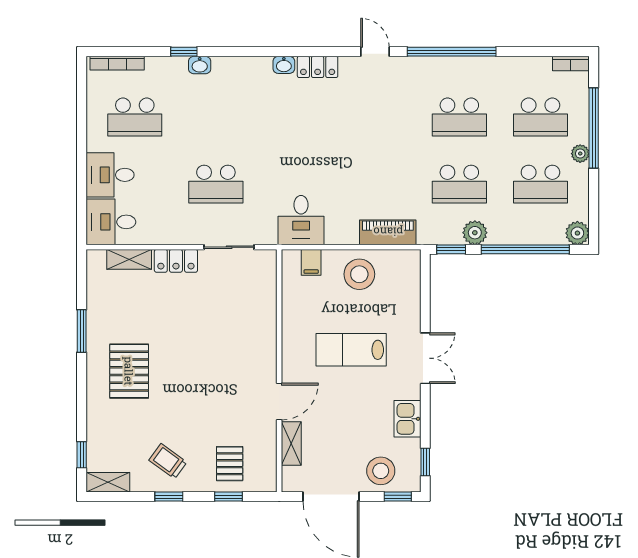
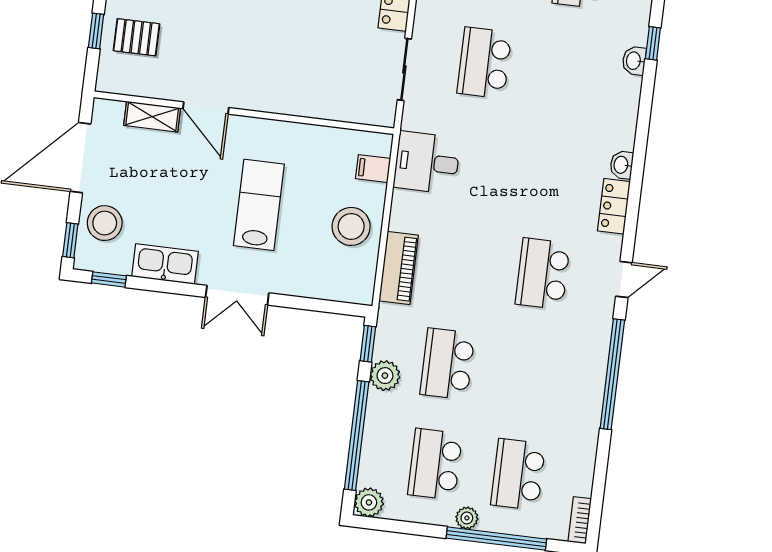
school desk: (459, 117) -> (543, 274), moved
kitchen sink: (407, 419) -> (165, 264), width x1.38

